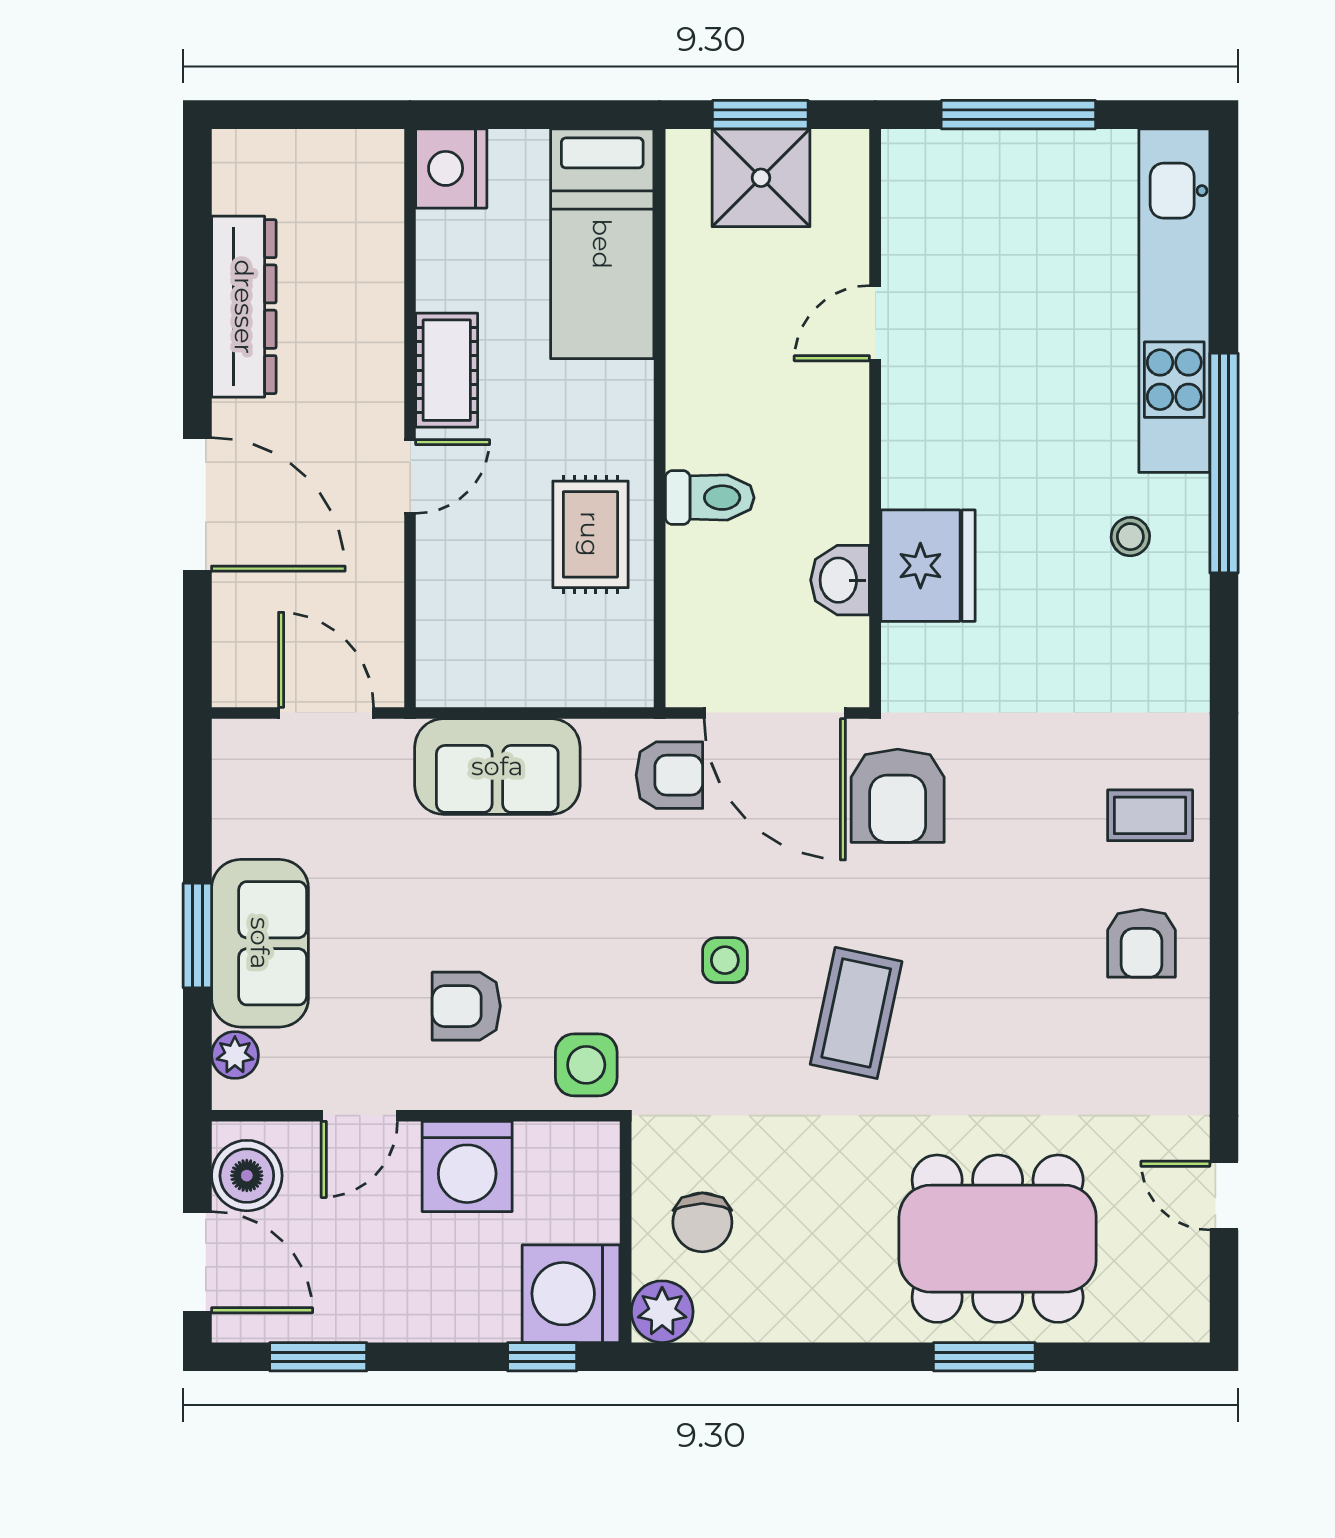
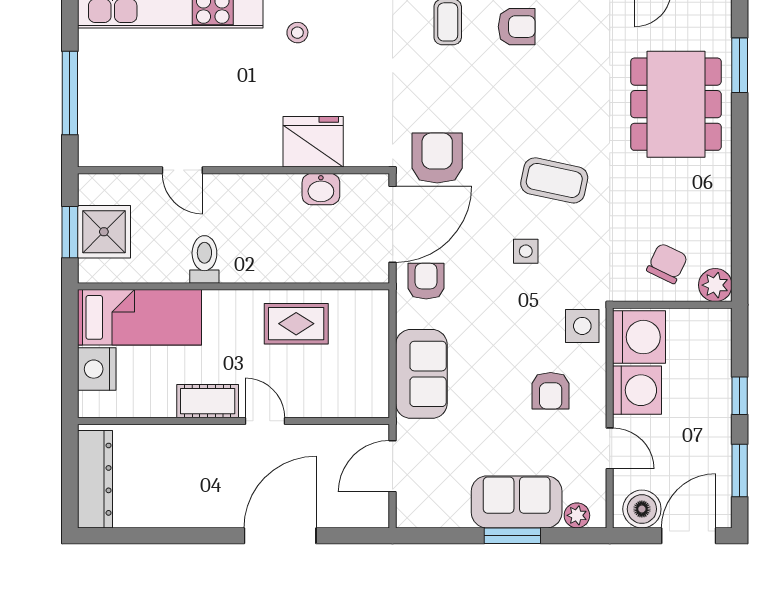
nightstand: (451, 168) -> (97, 369), moved, turned 90
dresser: (244, 307) -> (95, 479), moved, turned 90
toilet: (710, 498) -> (204, 259), moved
armchair: (898, 796) -> (437, 158), turned -90
chair: (702, 1222) -> (667, 263), turned -64
washing machine: (571, 1294) -> (639, 337), moved, turned -90
window: (542, 1357) -> (740, 396), moved
window: (984, 1357) -> (740, 65), moved

